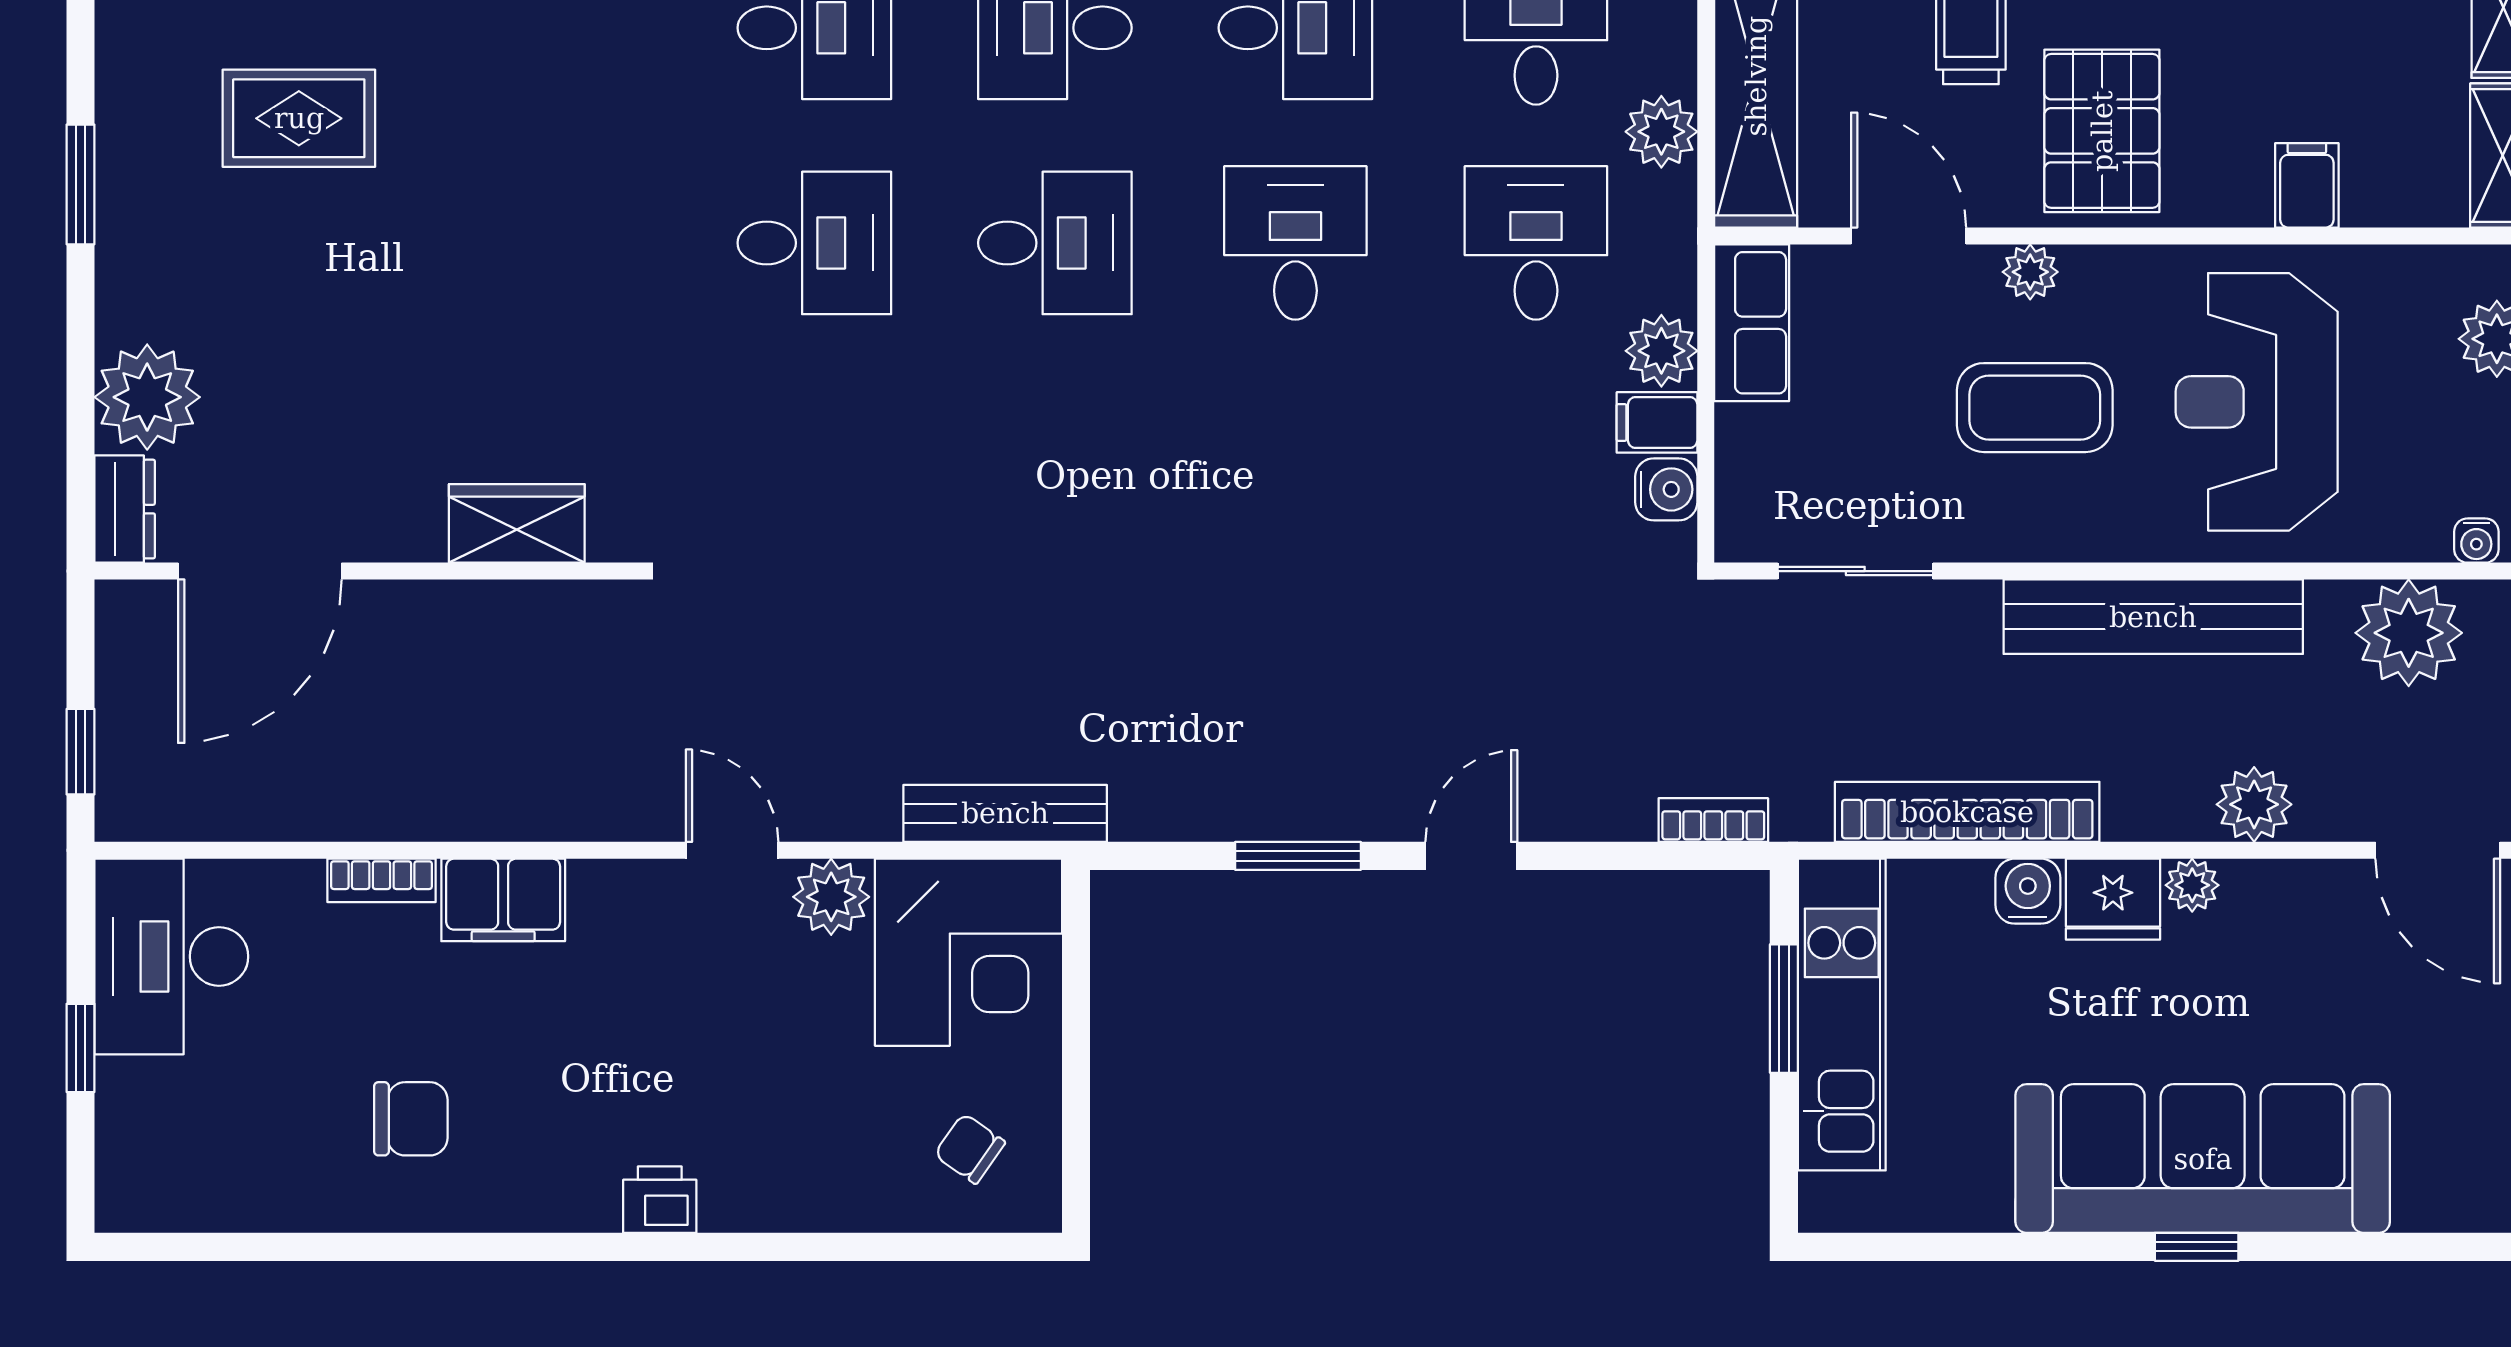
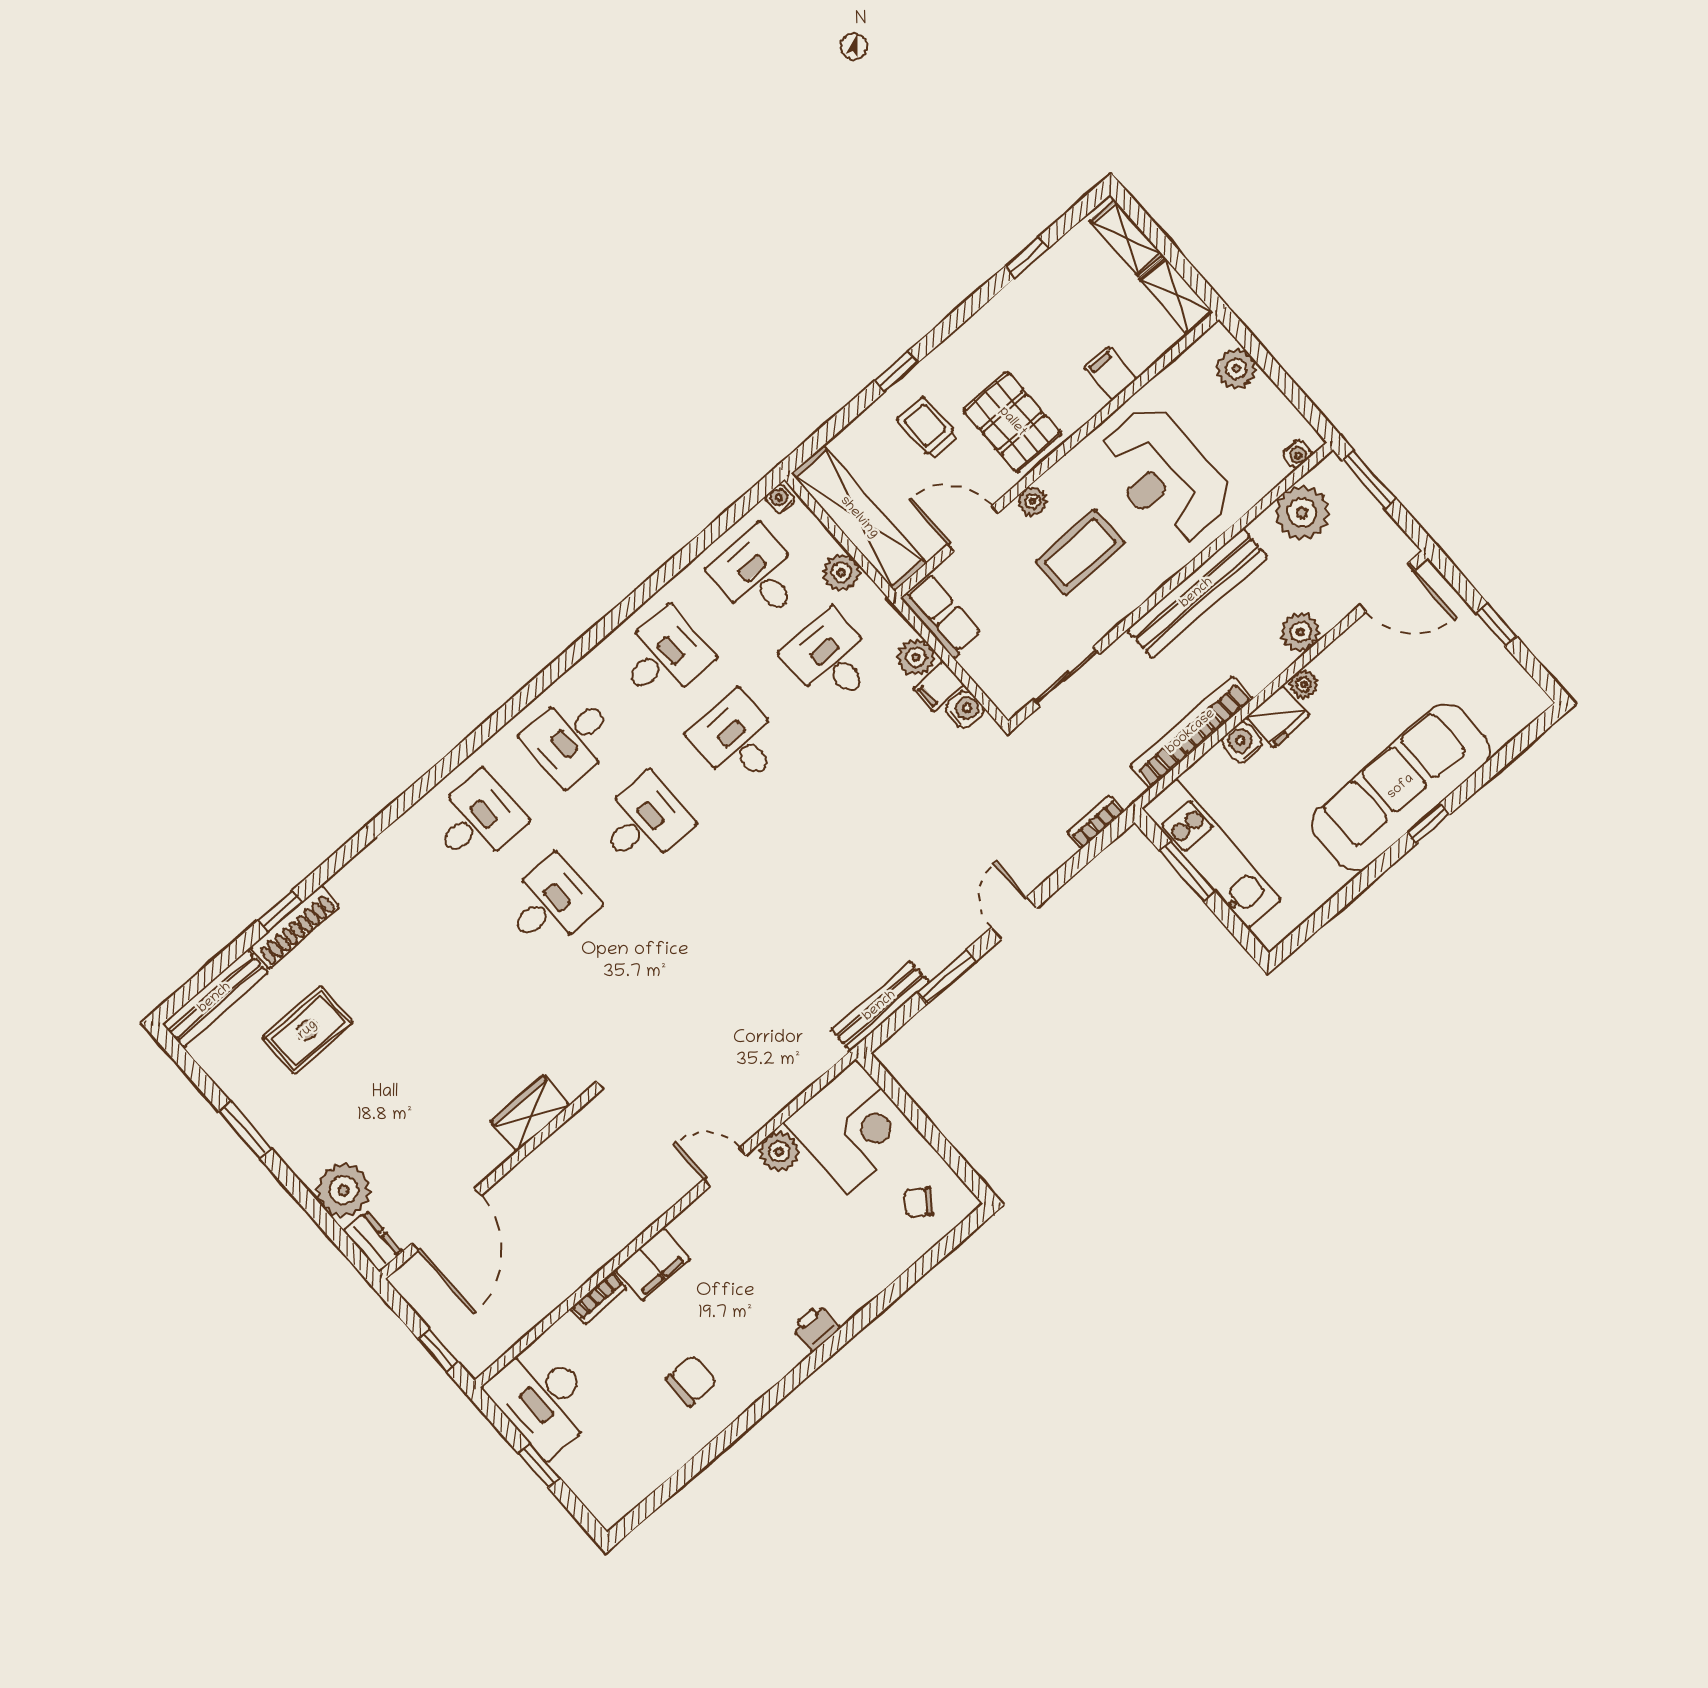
bench: (1005, 813) -> (880, 1006), moved

